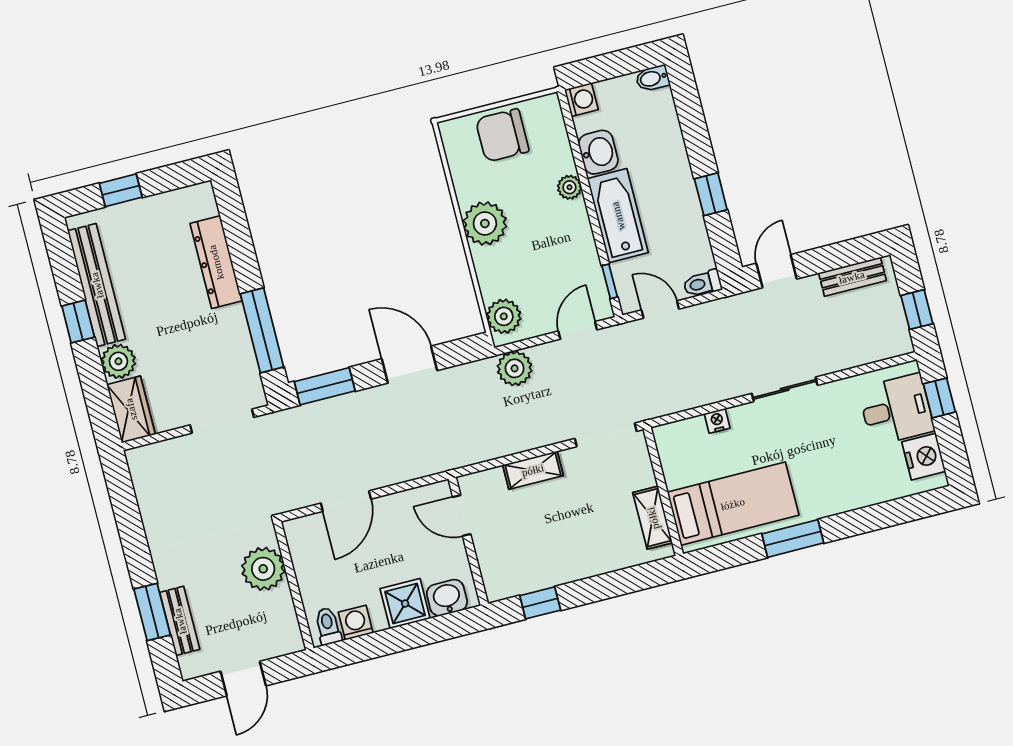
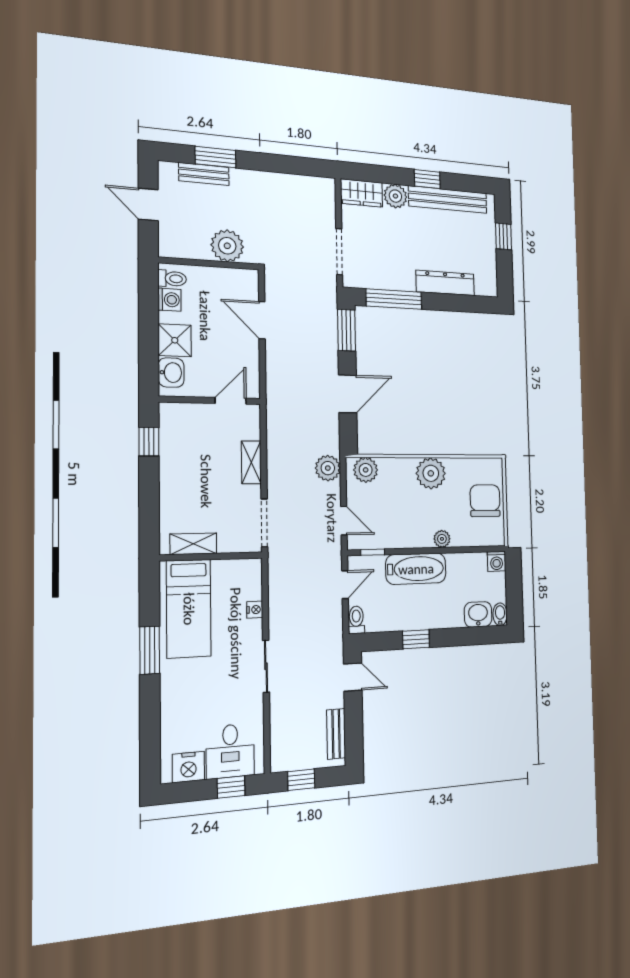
washbasin: (598, 152) -> (478, 614), moved, turned 180

